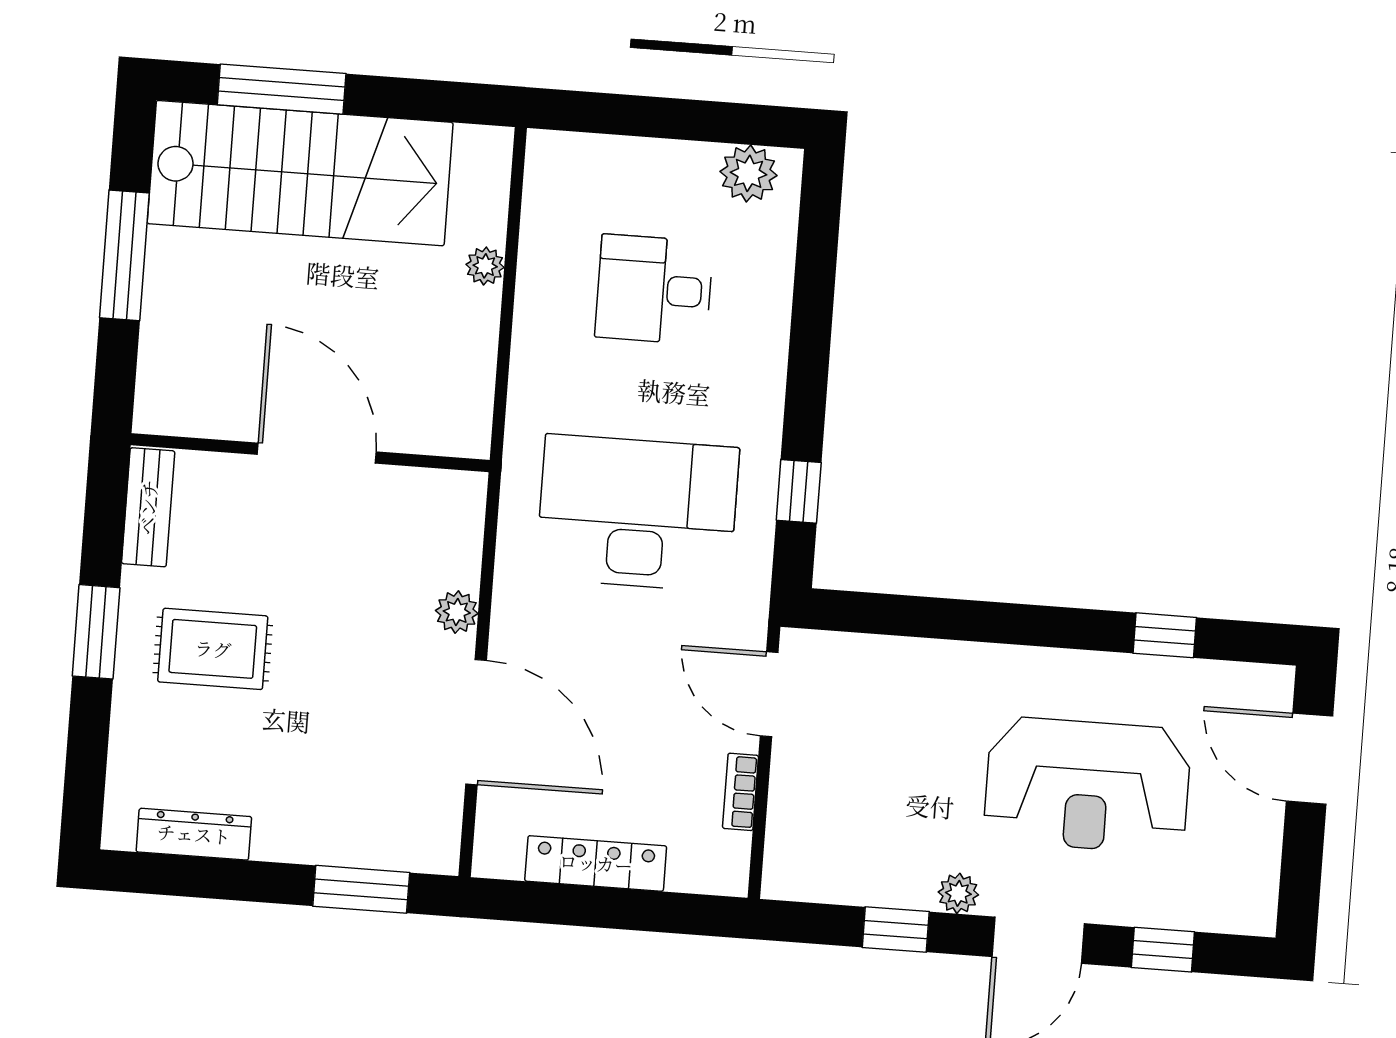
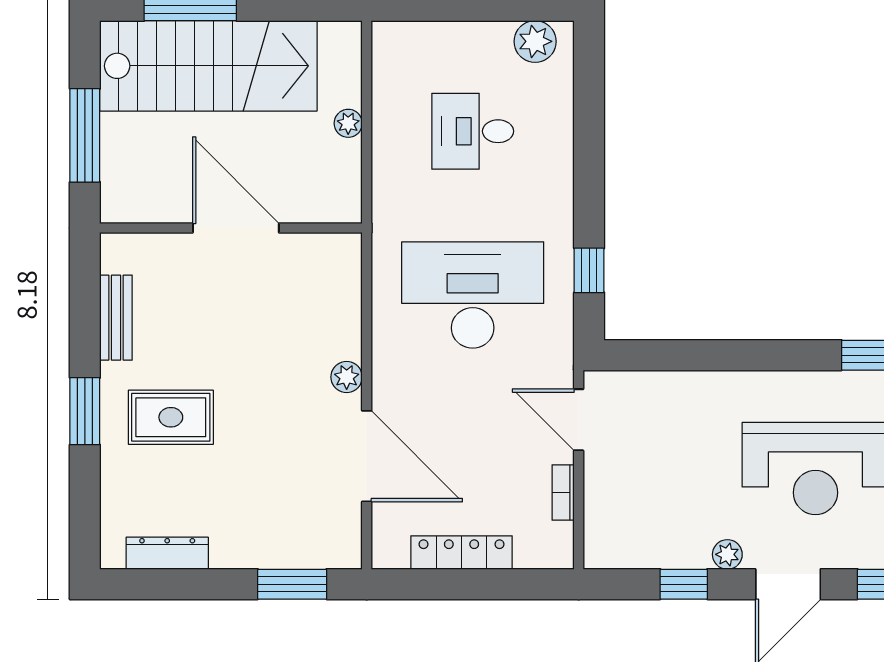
wall: (310, 453) -> (231, 228), moved
door: (317, 453) -> (236, 228), moved

